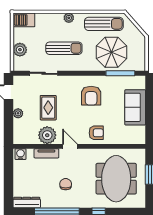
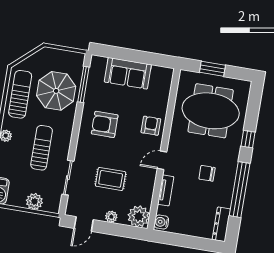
armchair: (91, 96) -> (105, 124), turned 180
plant: (47, 135) -> (139, 216), moved

